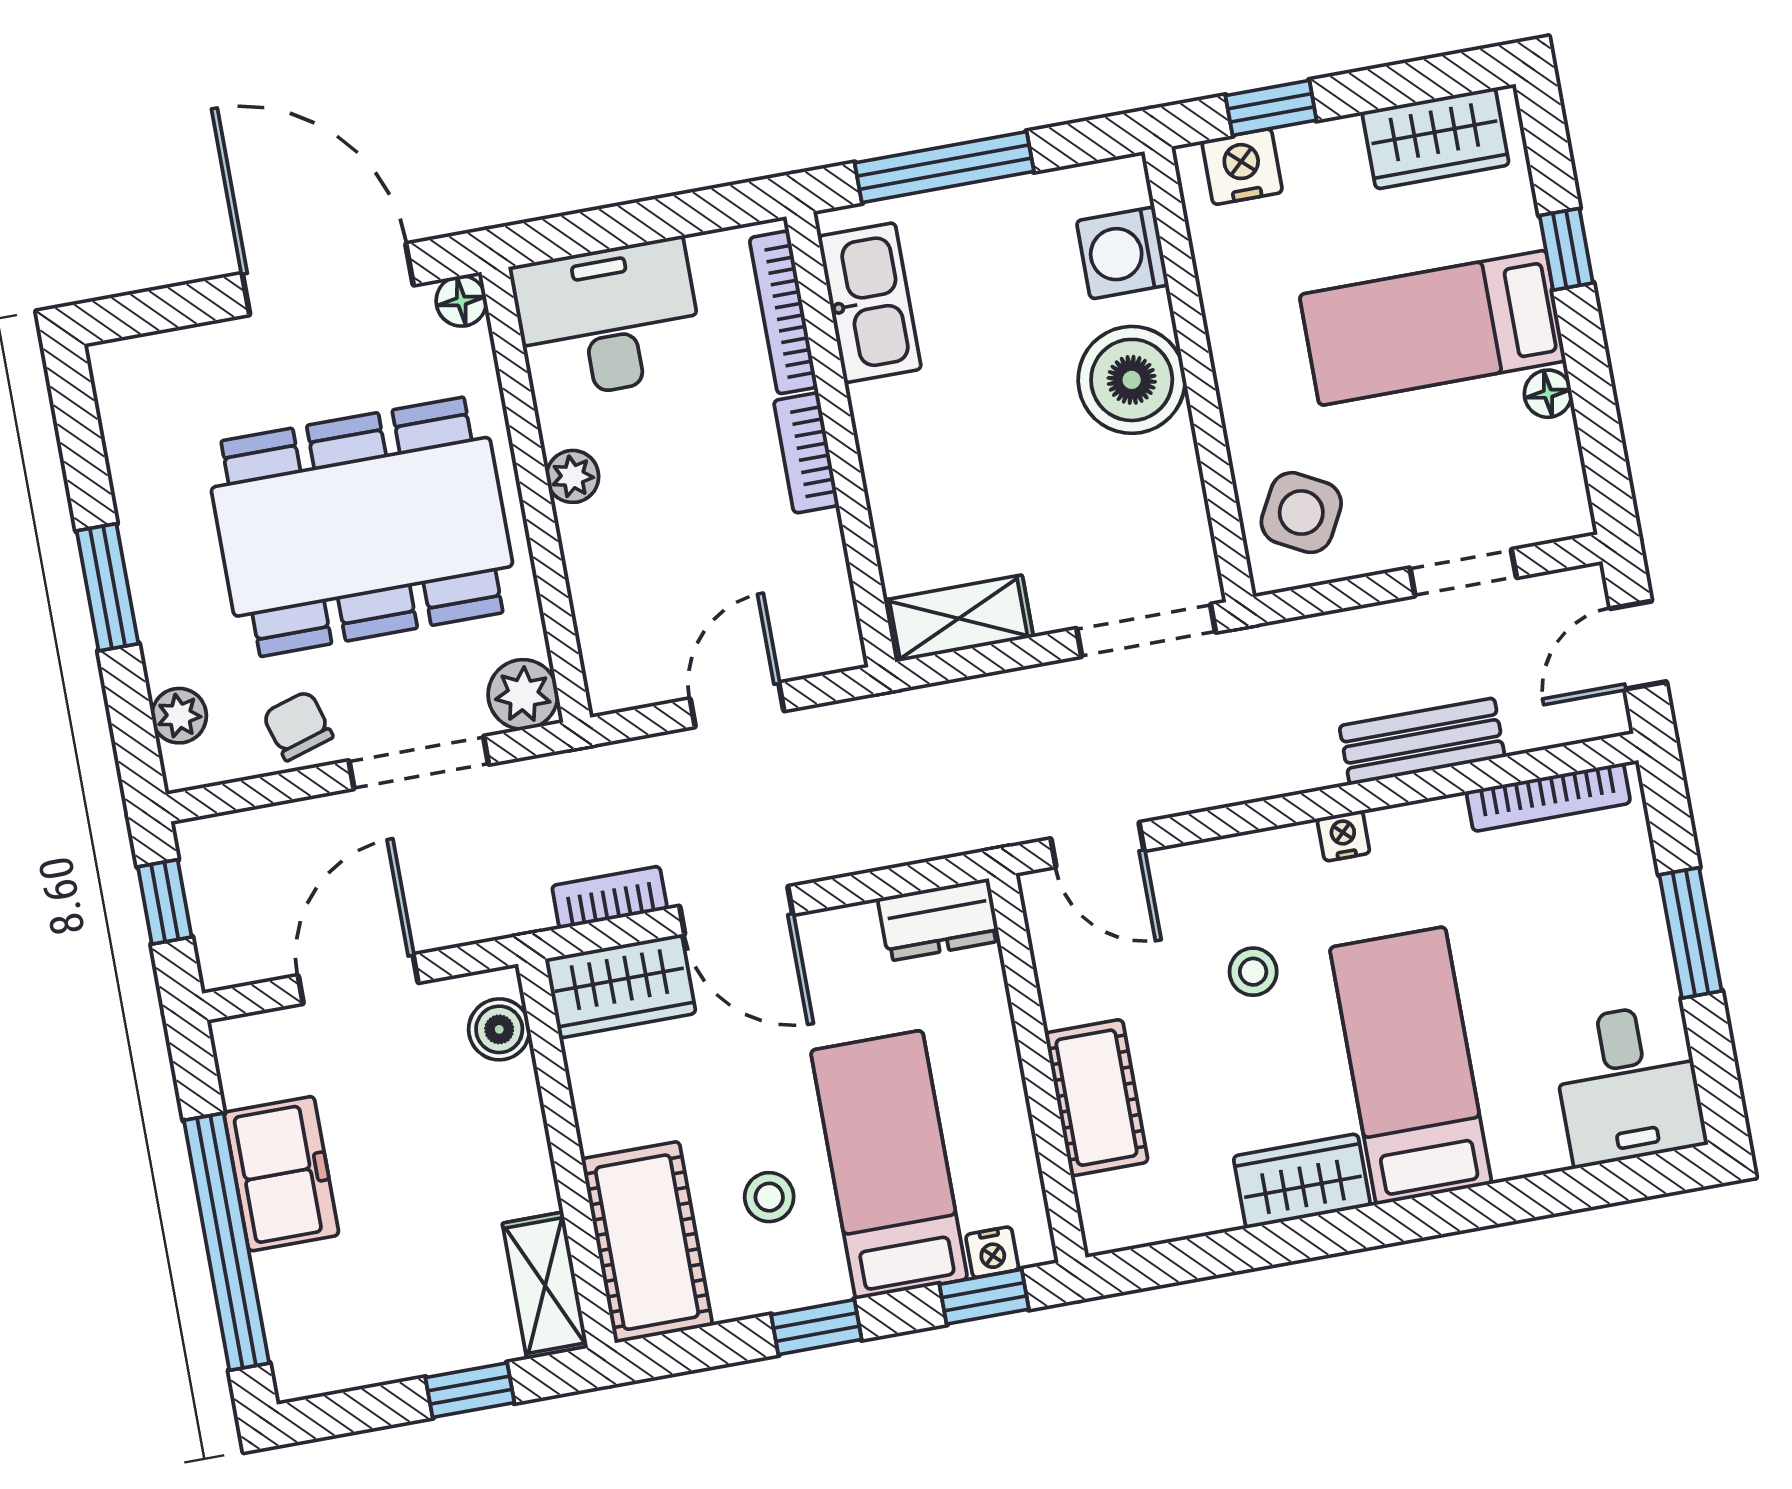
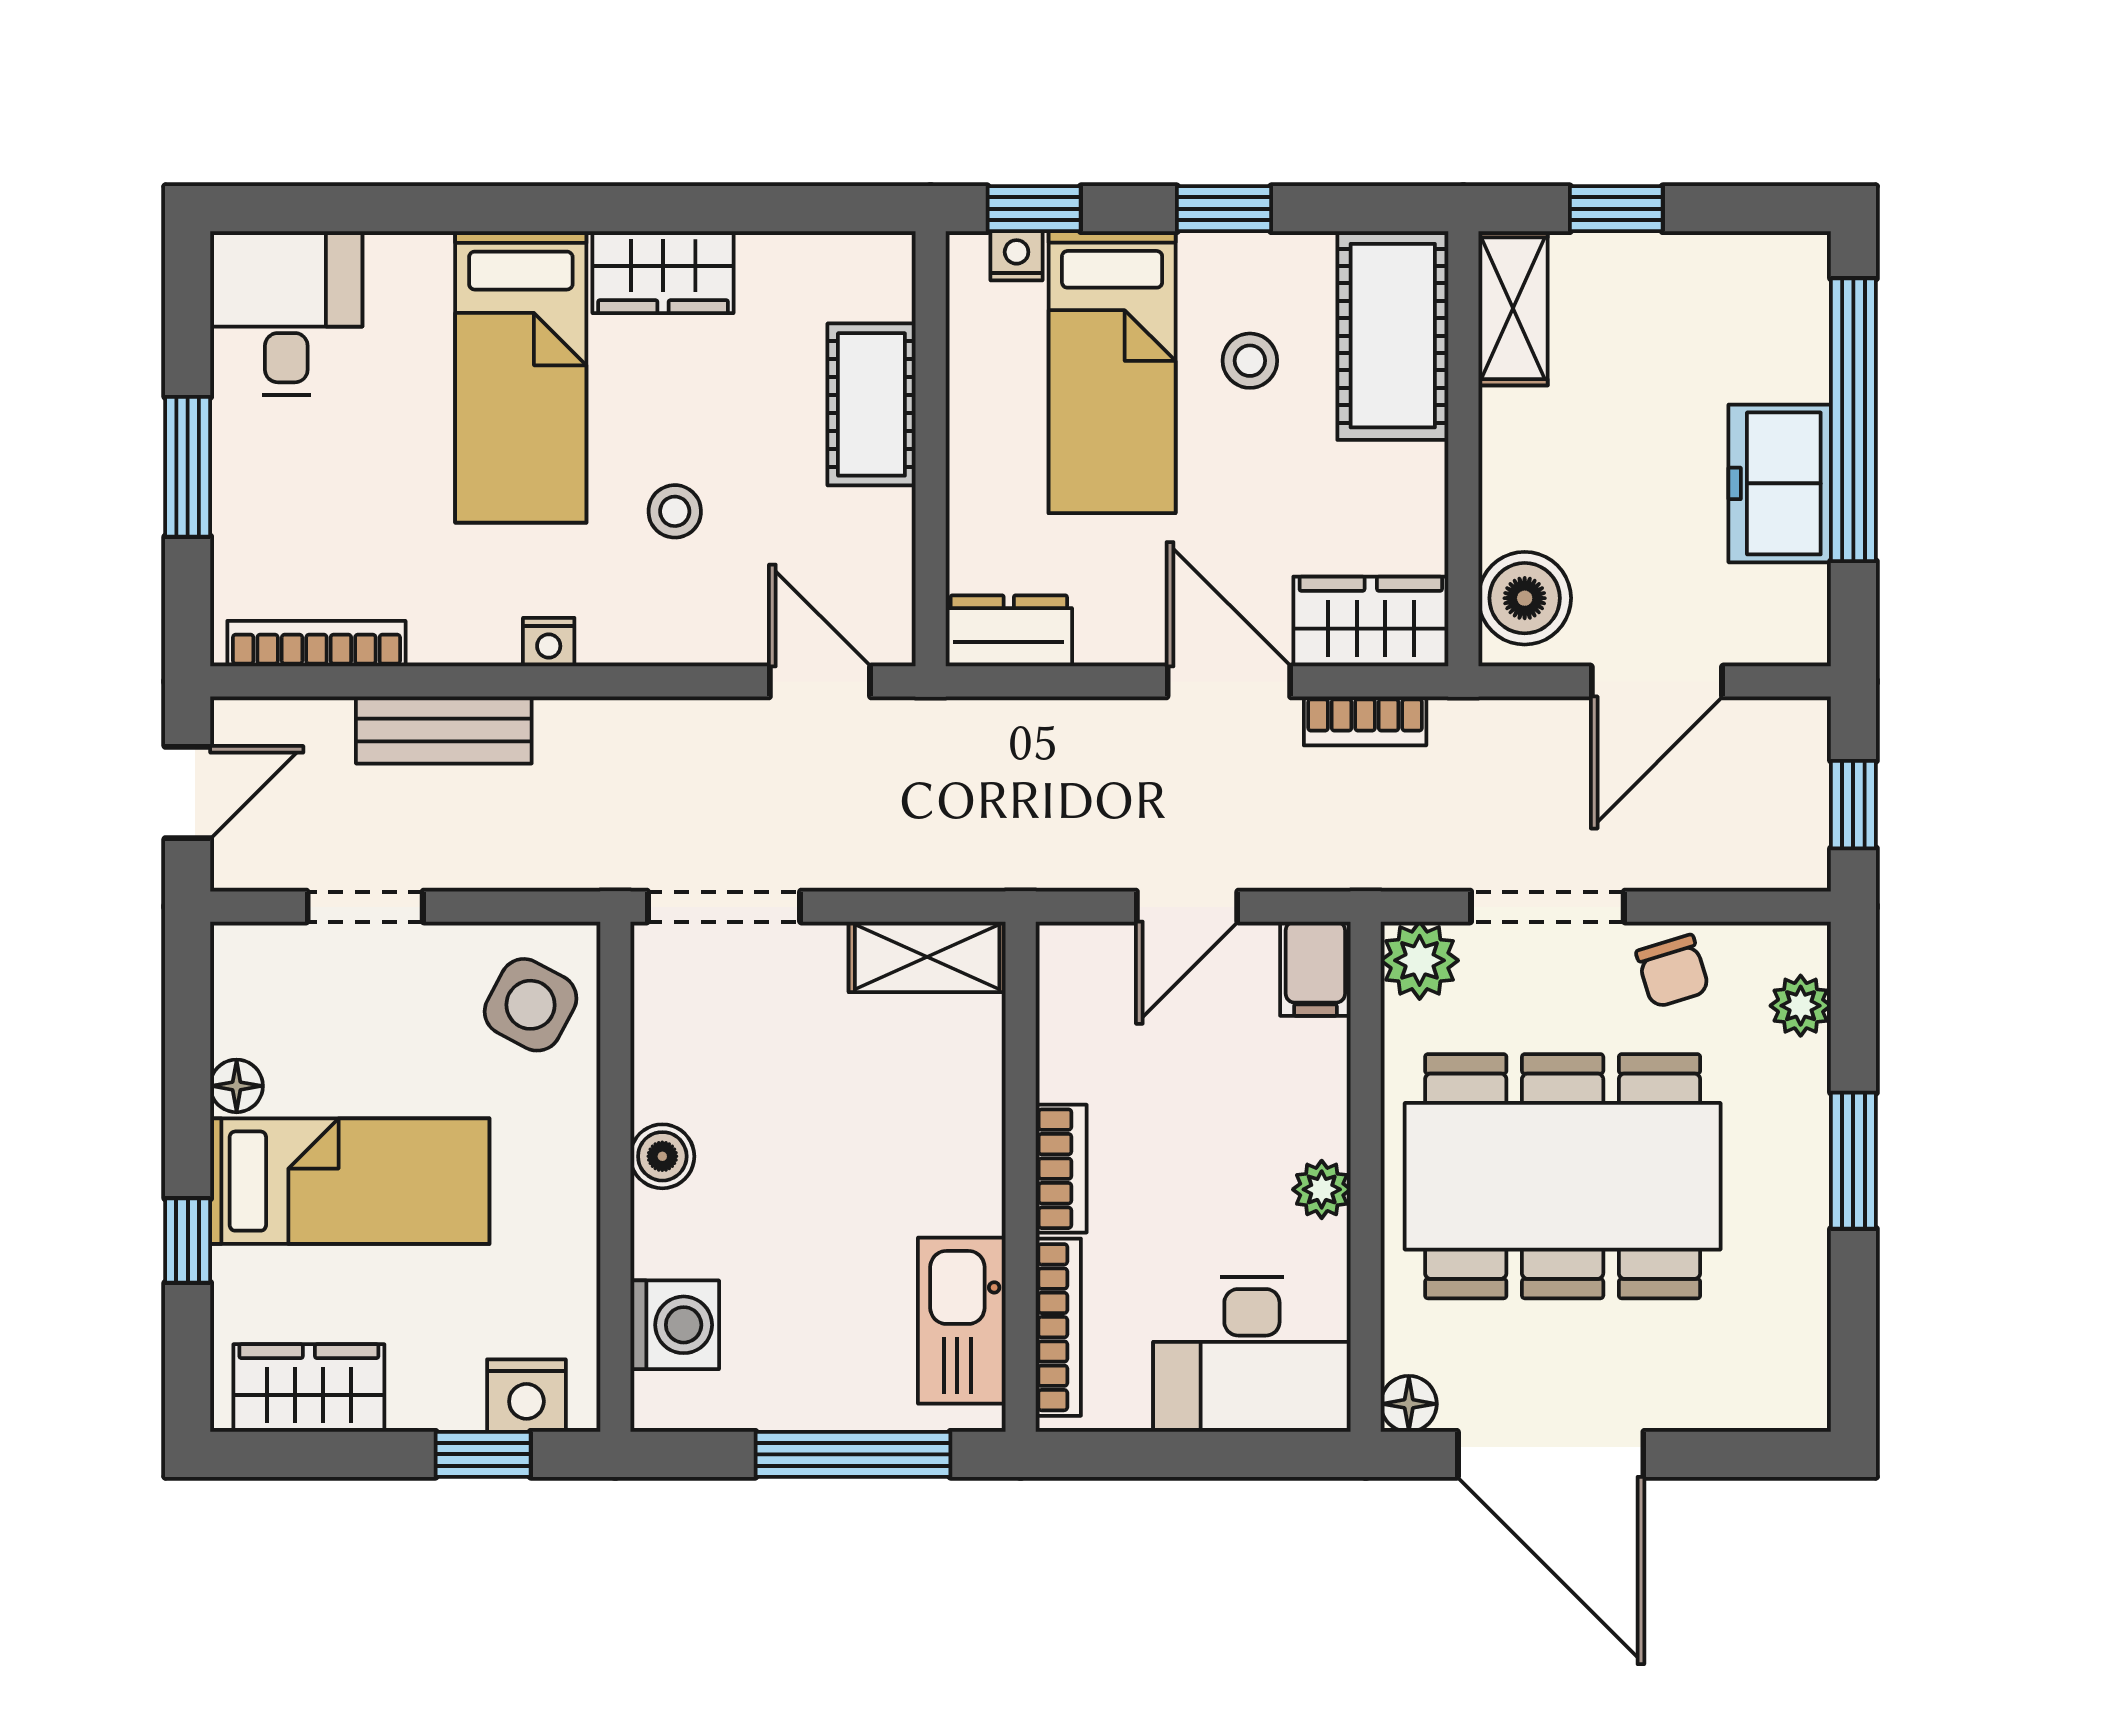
boiler: (1132, 380) -> (662, 1156), width x0.54, depth x0.54
filing cabinet: (614, 670) -> (1315, 969), added
boiler: (499, 1029) -> (1525, 598), width x1.36, depth x1.36

